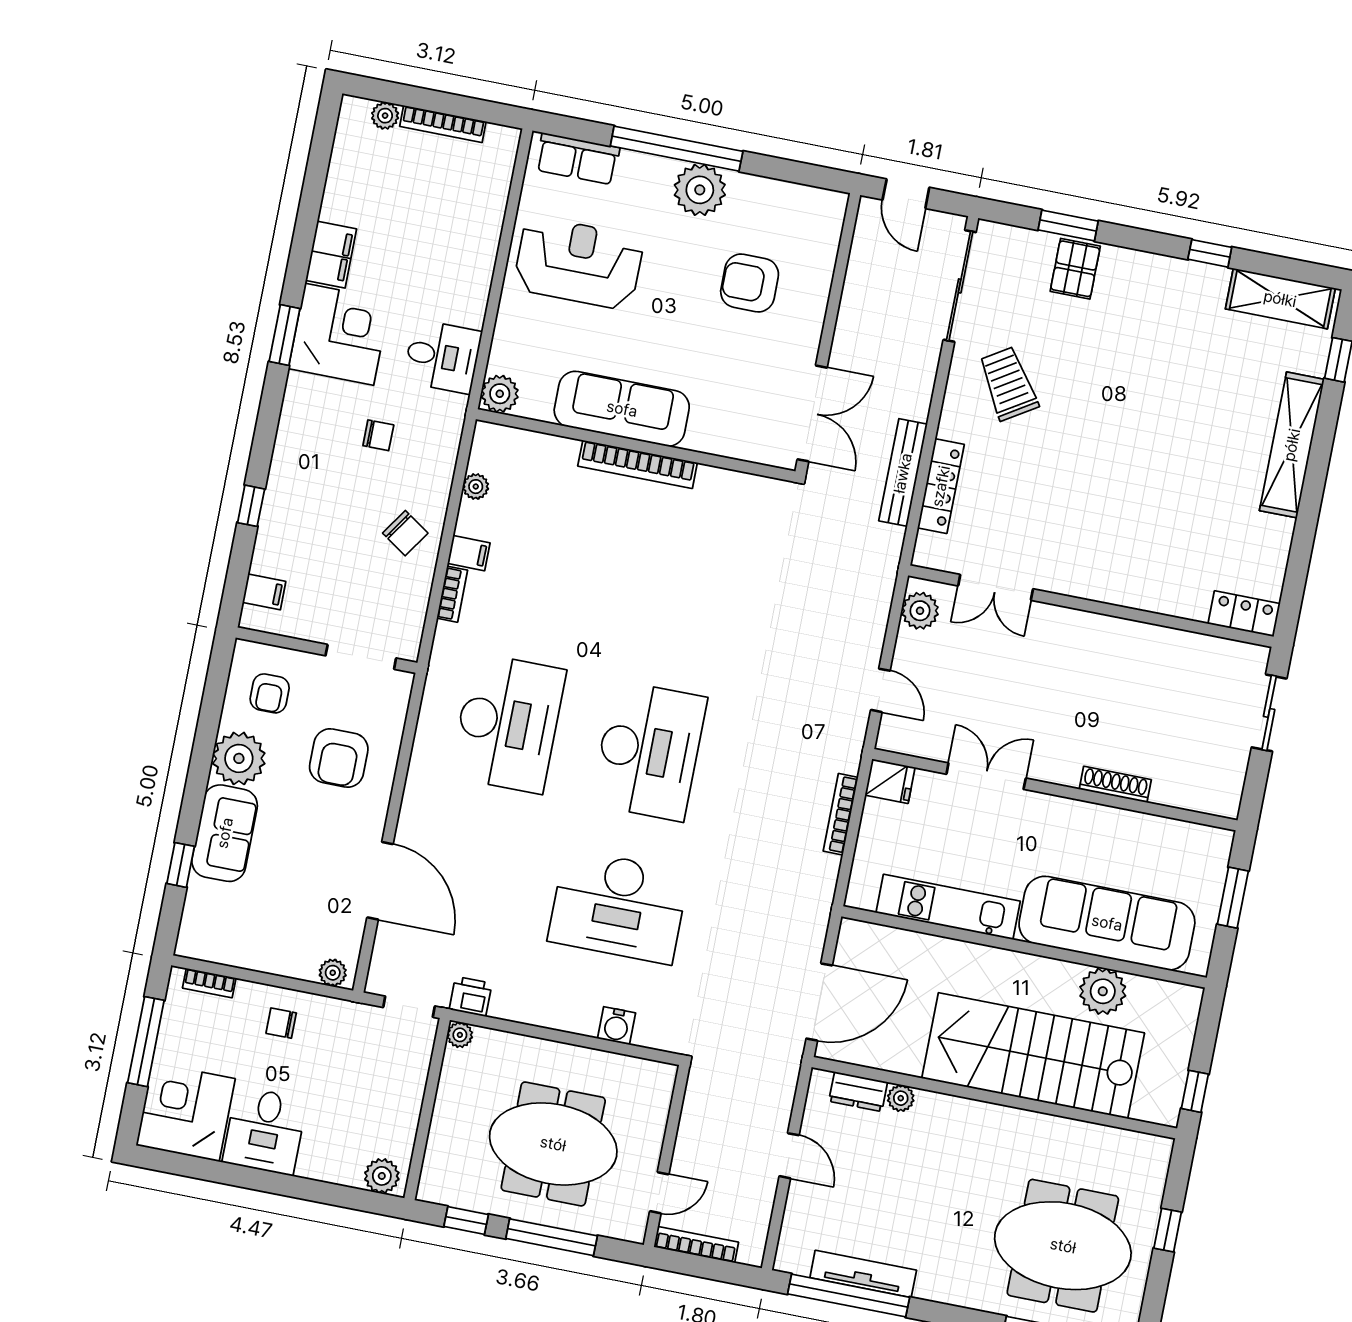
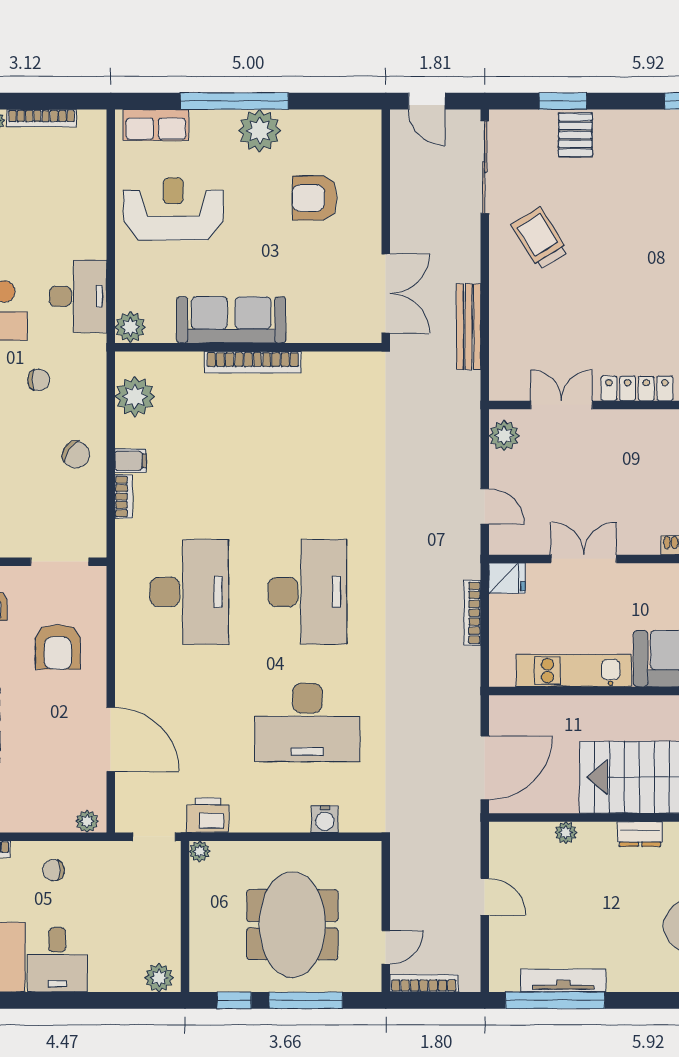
desk: (442, 357) -> (78, 296), width x1.37
locker: (941, 486) -> (637, 388), moved, turned -90
plant: (476, 487) -> (135, 396), width x1.87, depth x1.87
double door: (996, 587) -> (562, 405), swing flipped
printer: (471, 996) -> (208, 815), width x1.36, depth x1.24
dresser: (858, 1092) -> (640, 834), moved
meeting table: (553, 1144) -> (292, 925), turned 90

